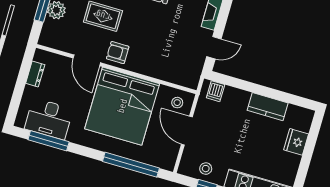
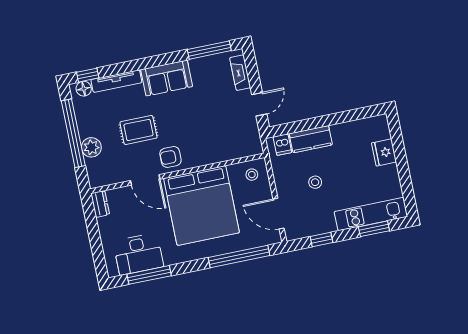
dresser: (35, 74) -> (100, 204), moved
kitchen counter: (268, 107) -> (311, 139), moved
door: (187, 131) -> (279, 214), moved
stool: (206, 169) -> (315, 182), moved

